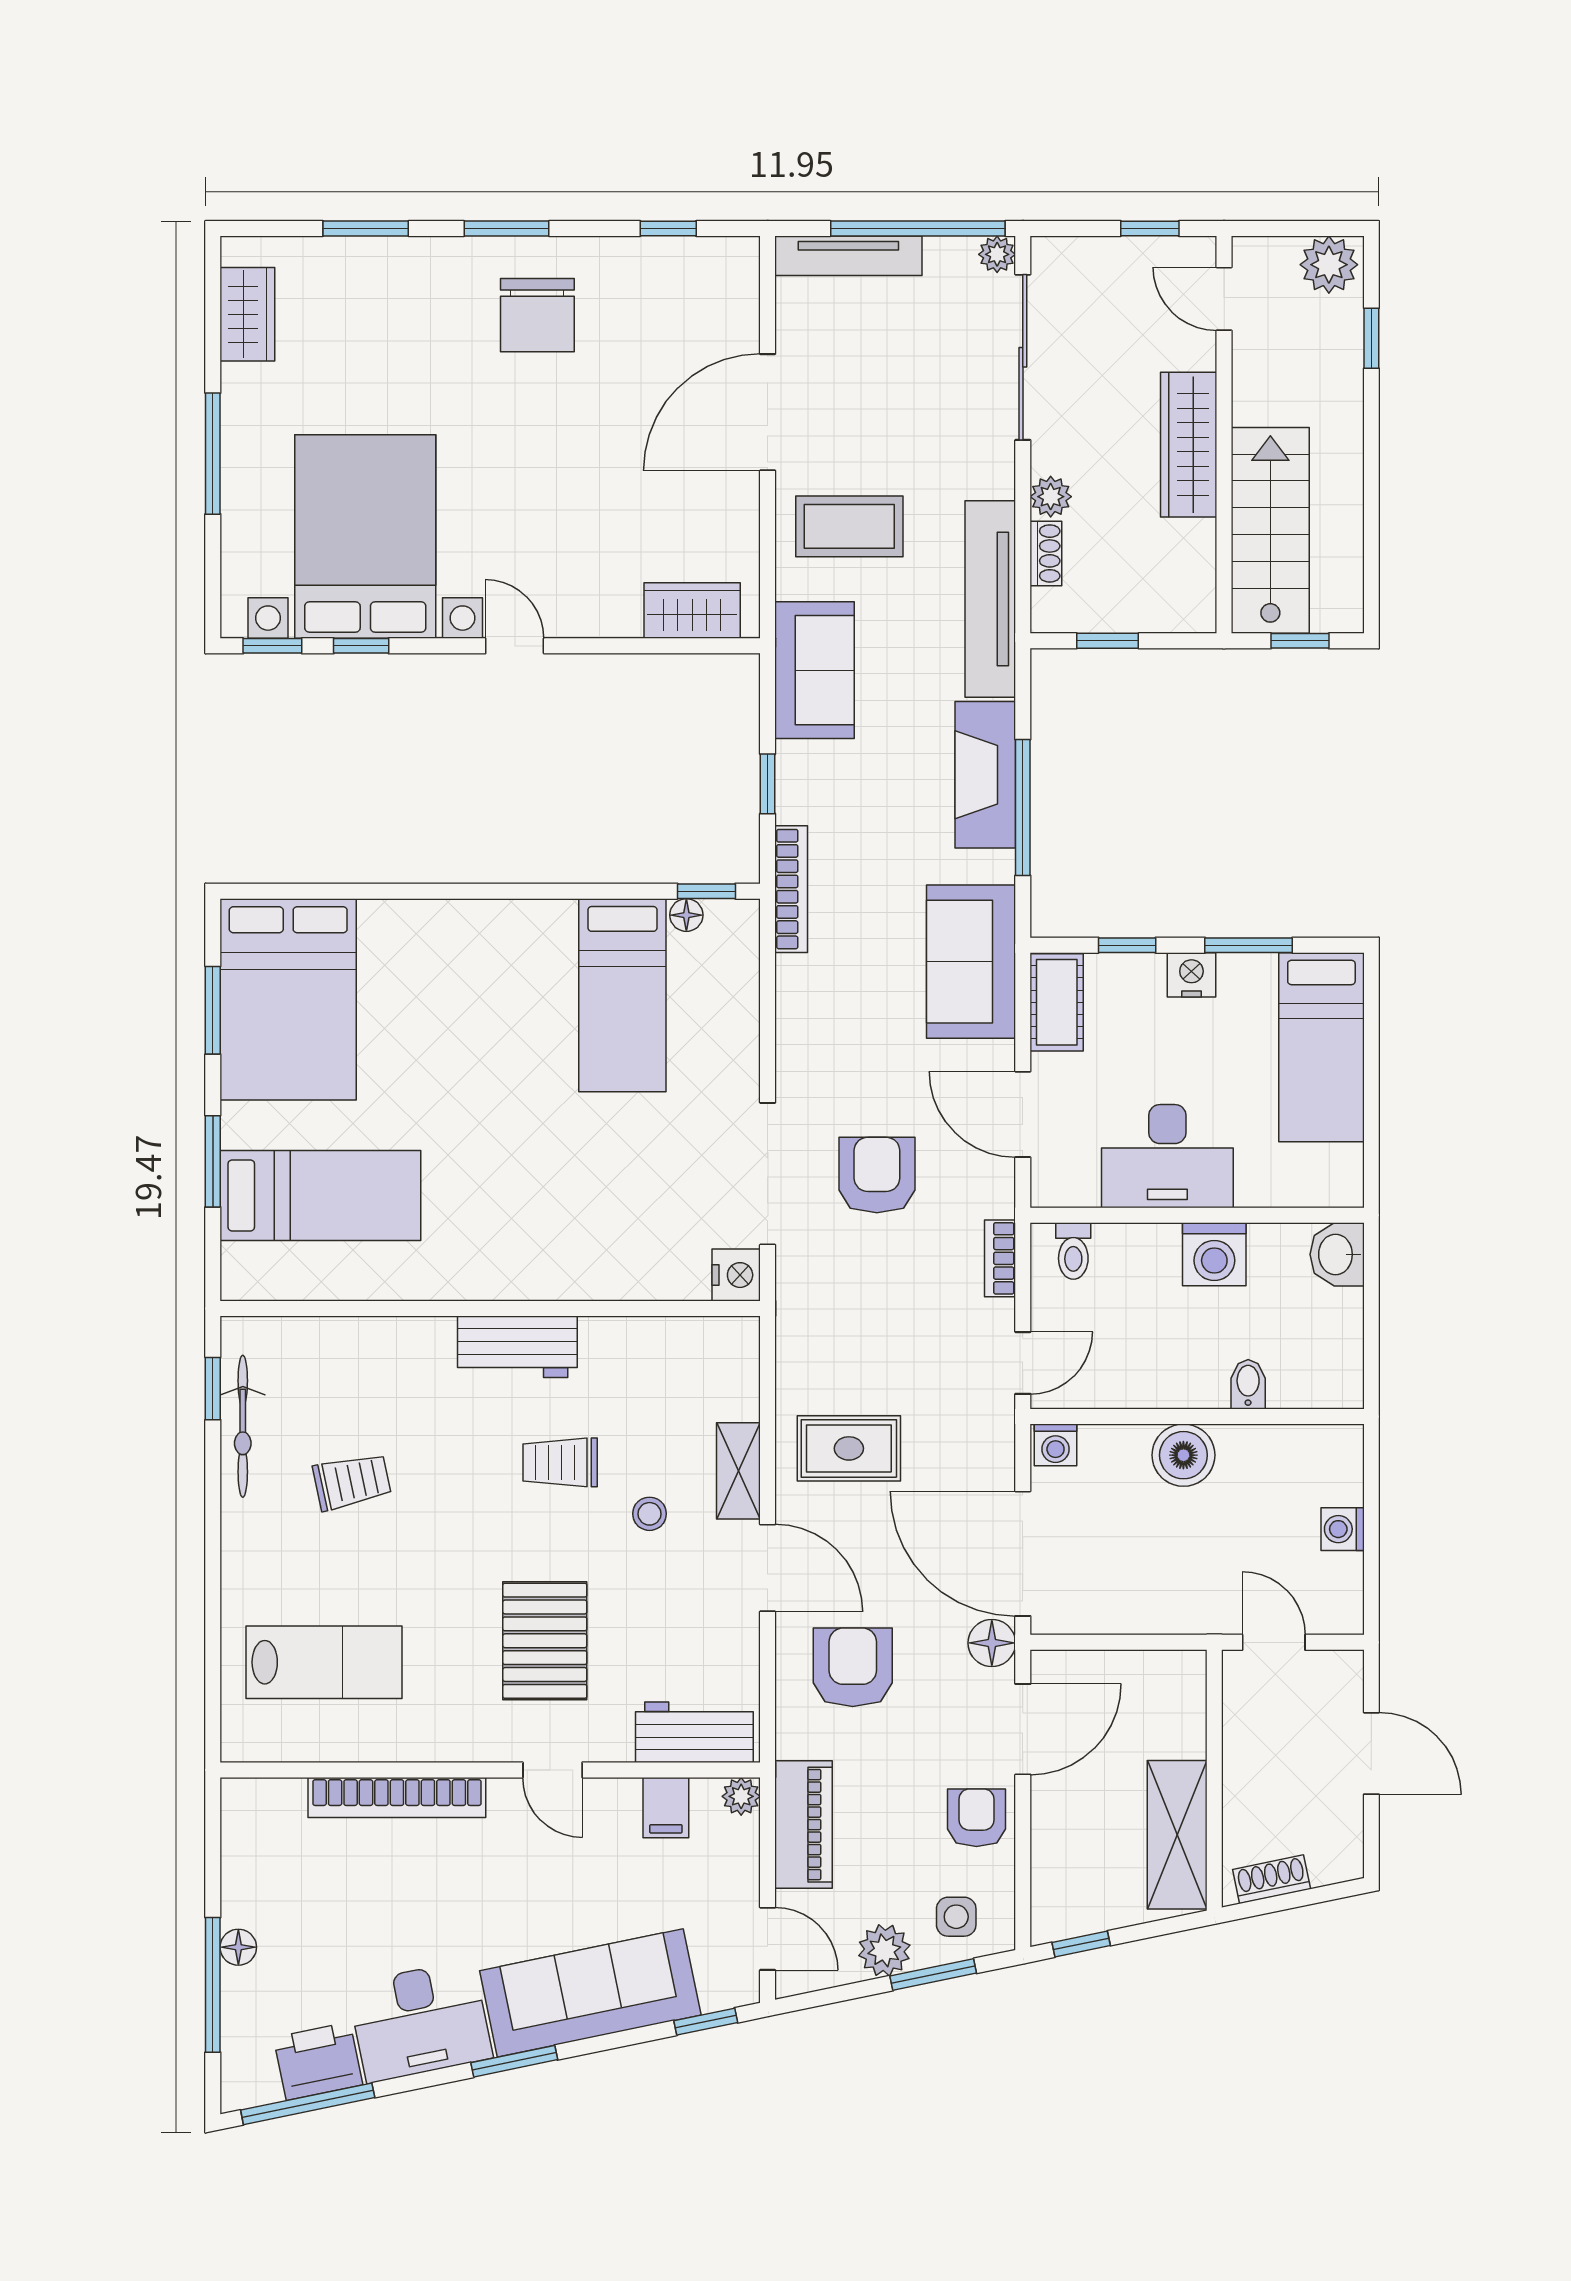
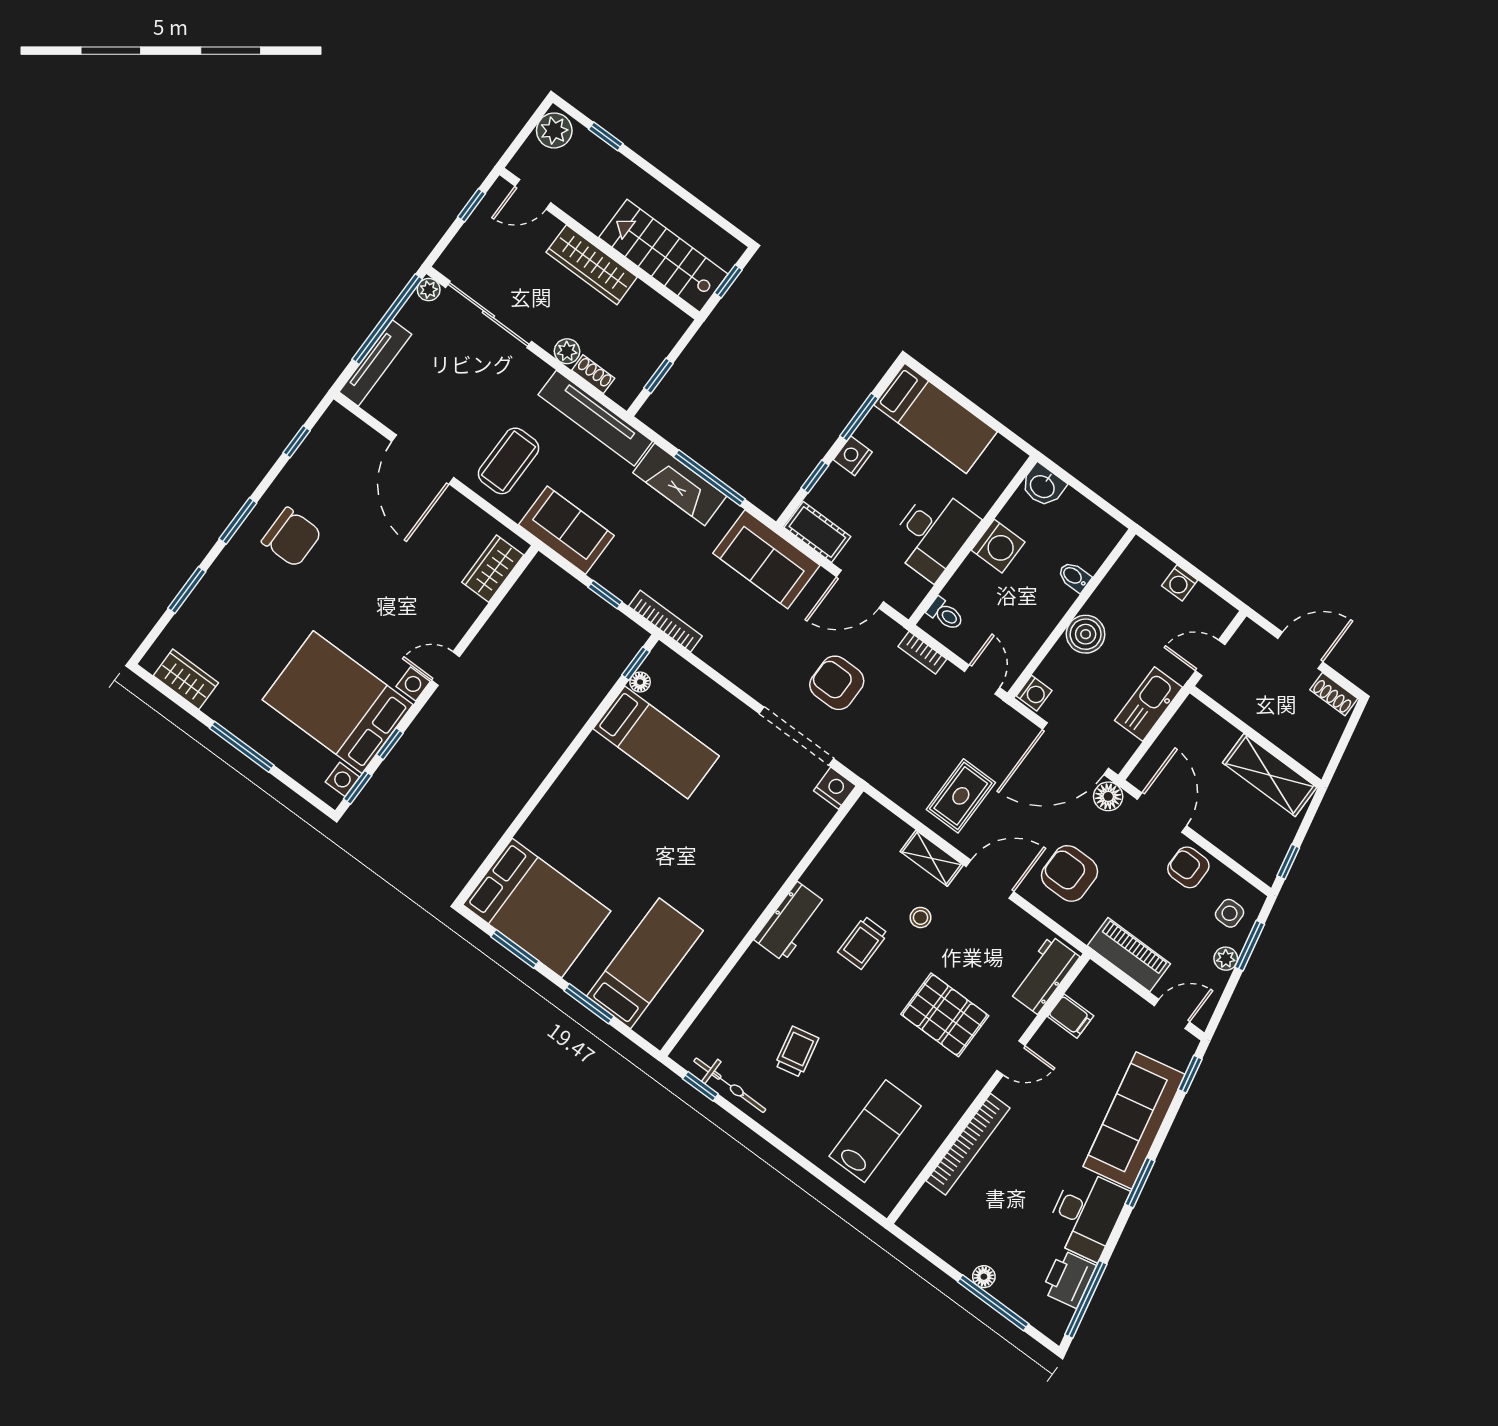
kitchen sink: (1153, 1606) -> (1149, 704), added
plant: (741, 1796) -> (1092, 975), removed
shoe rack: (1272, 1879) -> (1334, 694), moved, turned -78
plant: (884, 1950) -> (1226, 959), width x0.73, depth x0.73

